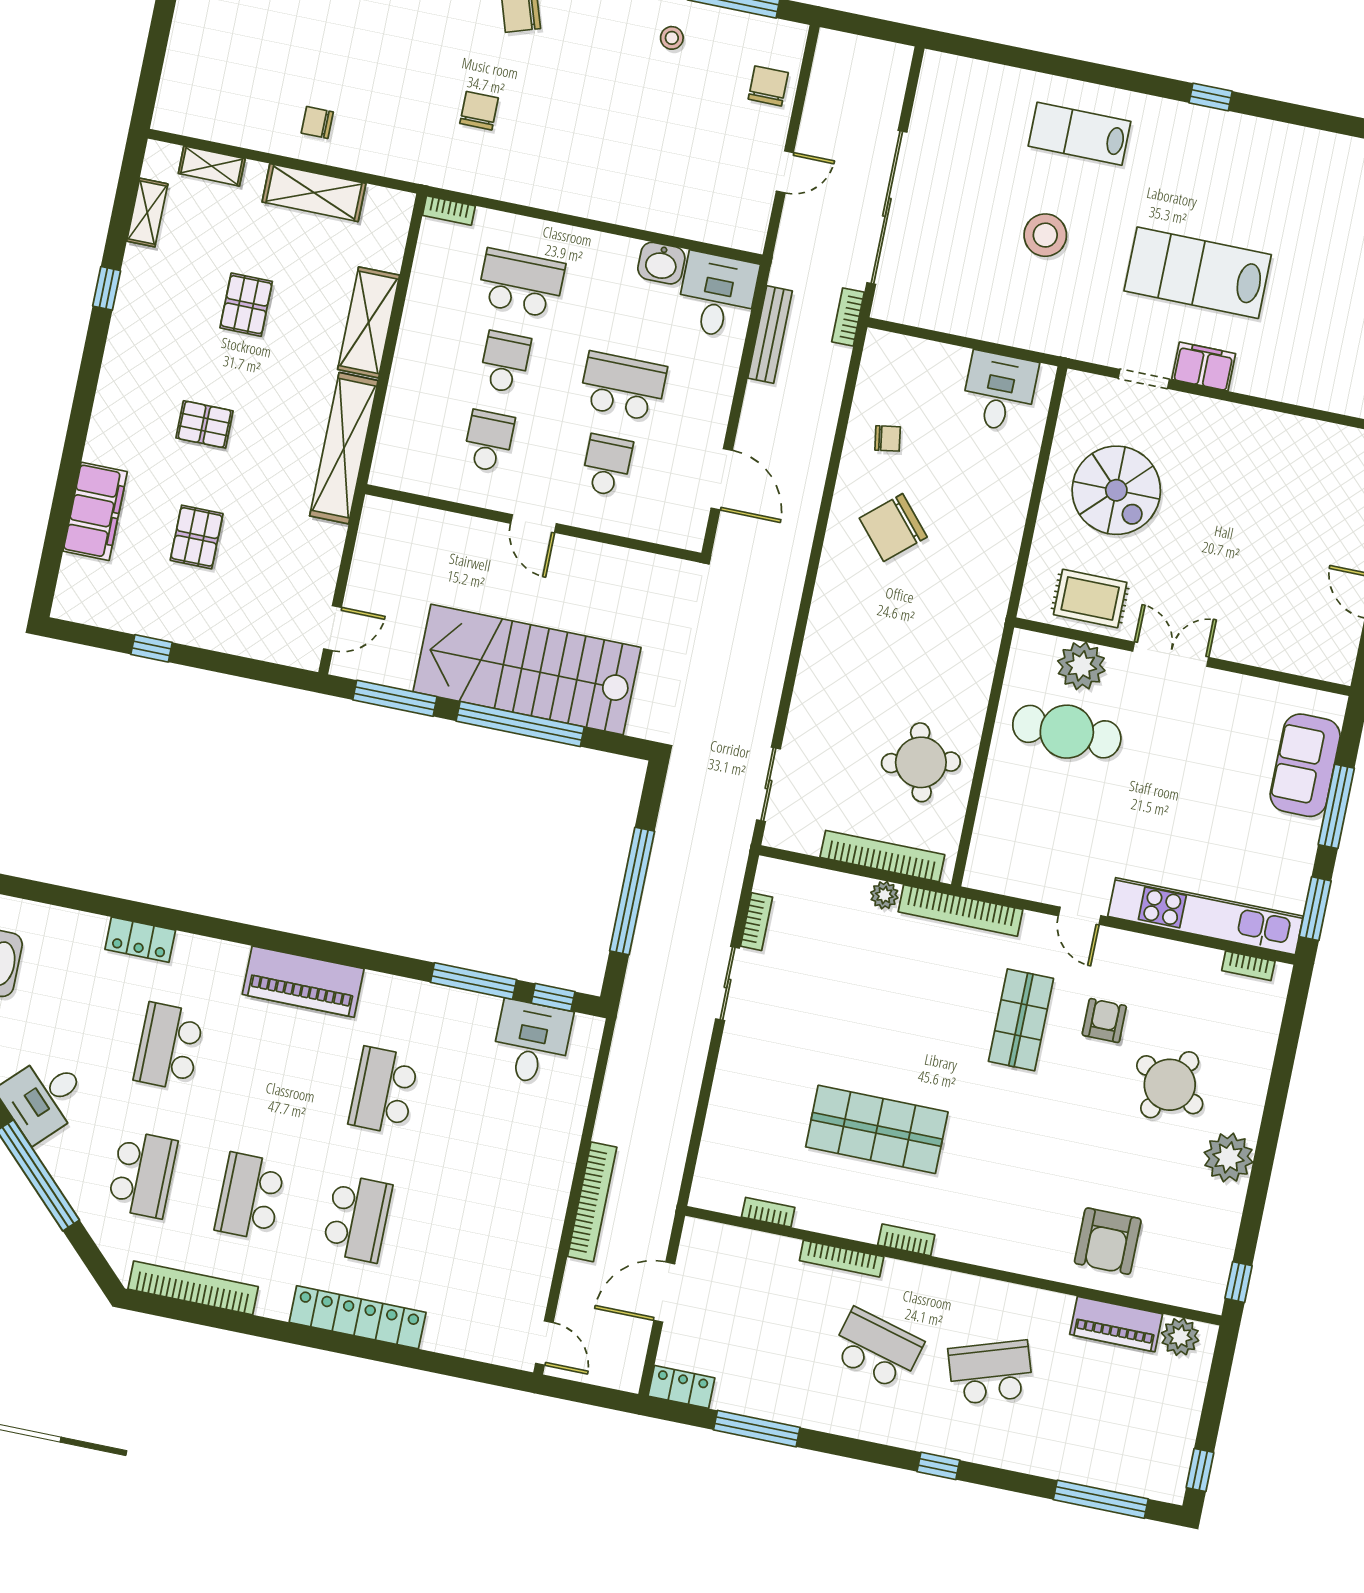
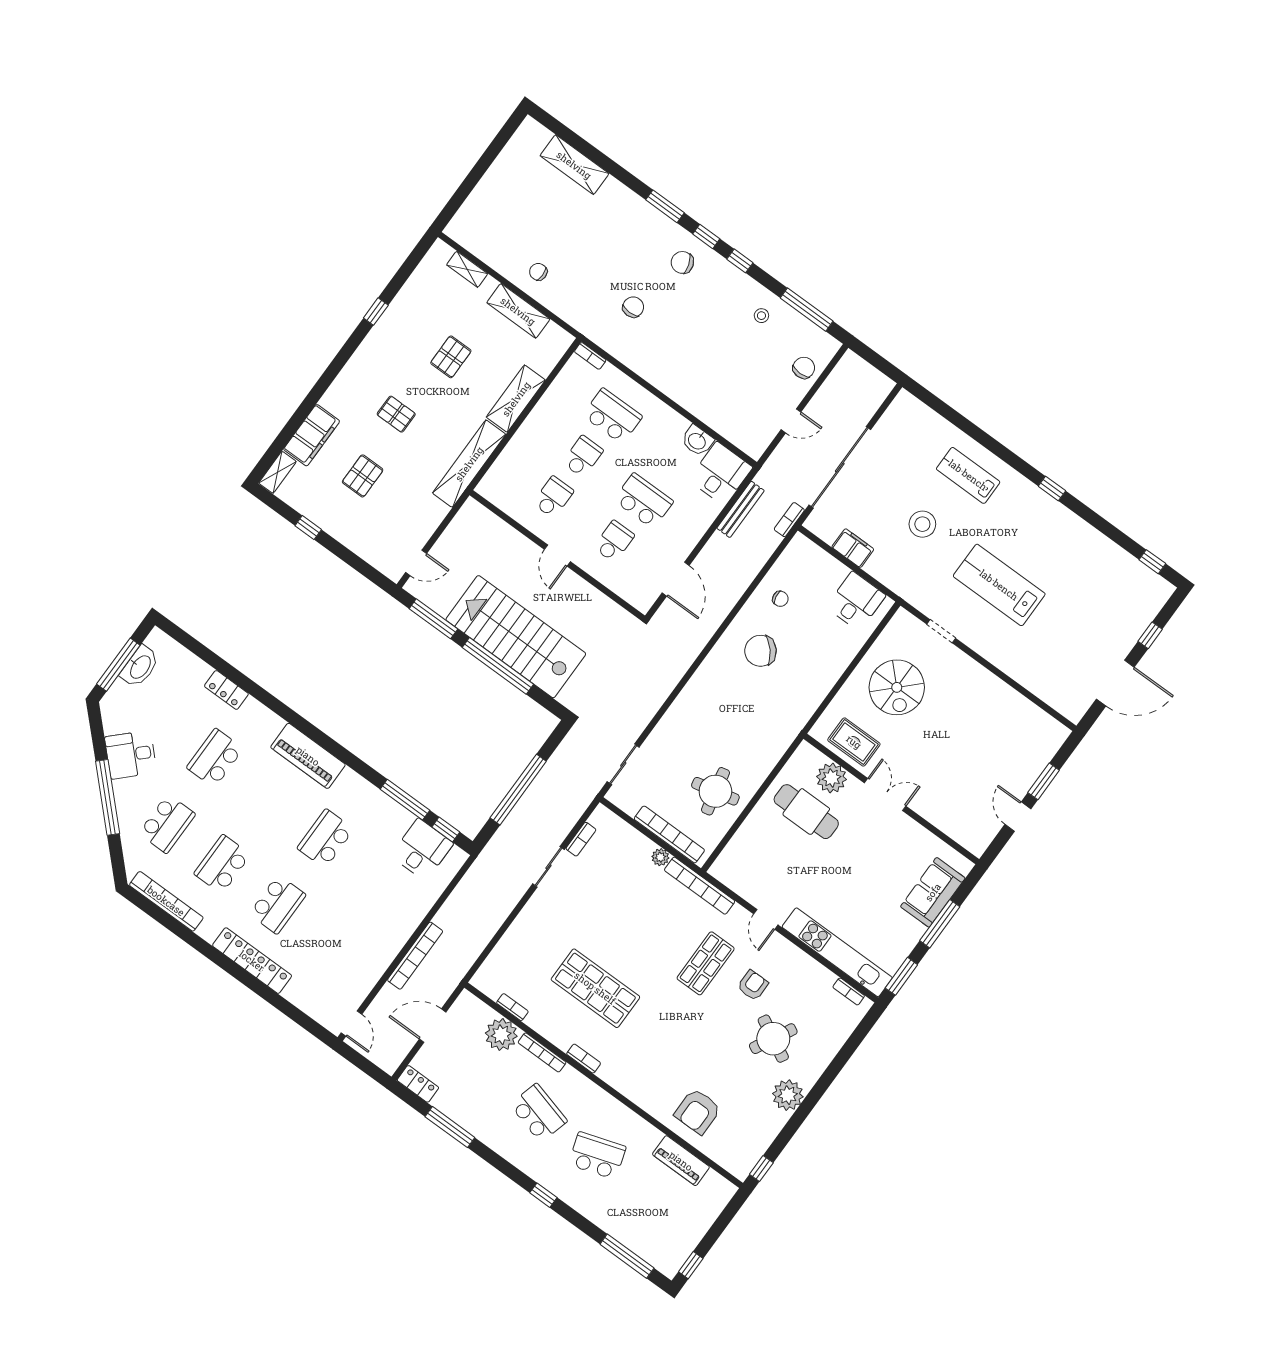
shelving: (147, 213) -> (278, 472), moved
filing cabinet: (1204, 366) -> (853, 548), moved
plant: (1180, 1337) -> (501, 1035), moved, width x1.36, depth x1.36

